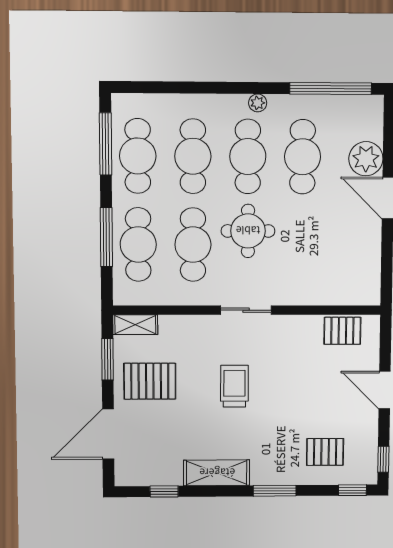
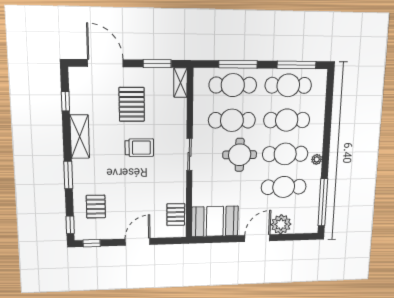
booth: (356, 269) -> (215, 221), added
pallet: (150, 381) -> (132, 104), moved

